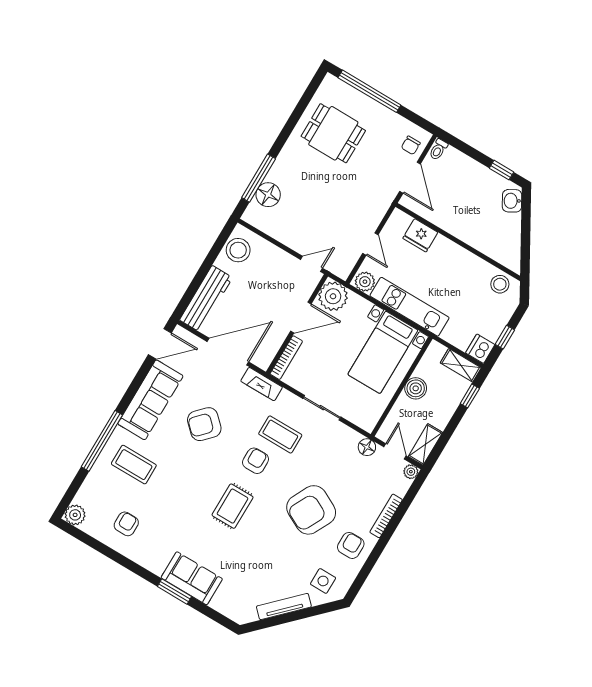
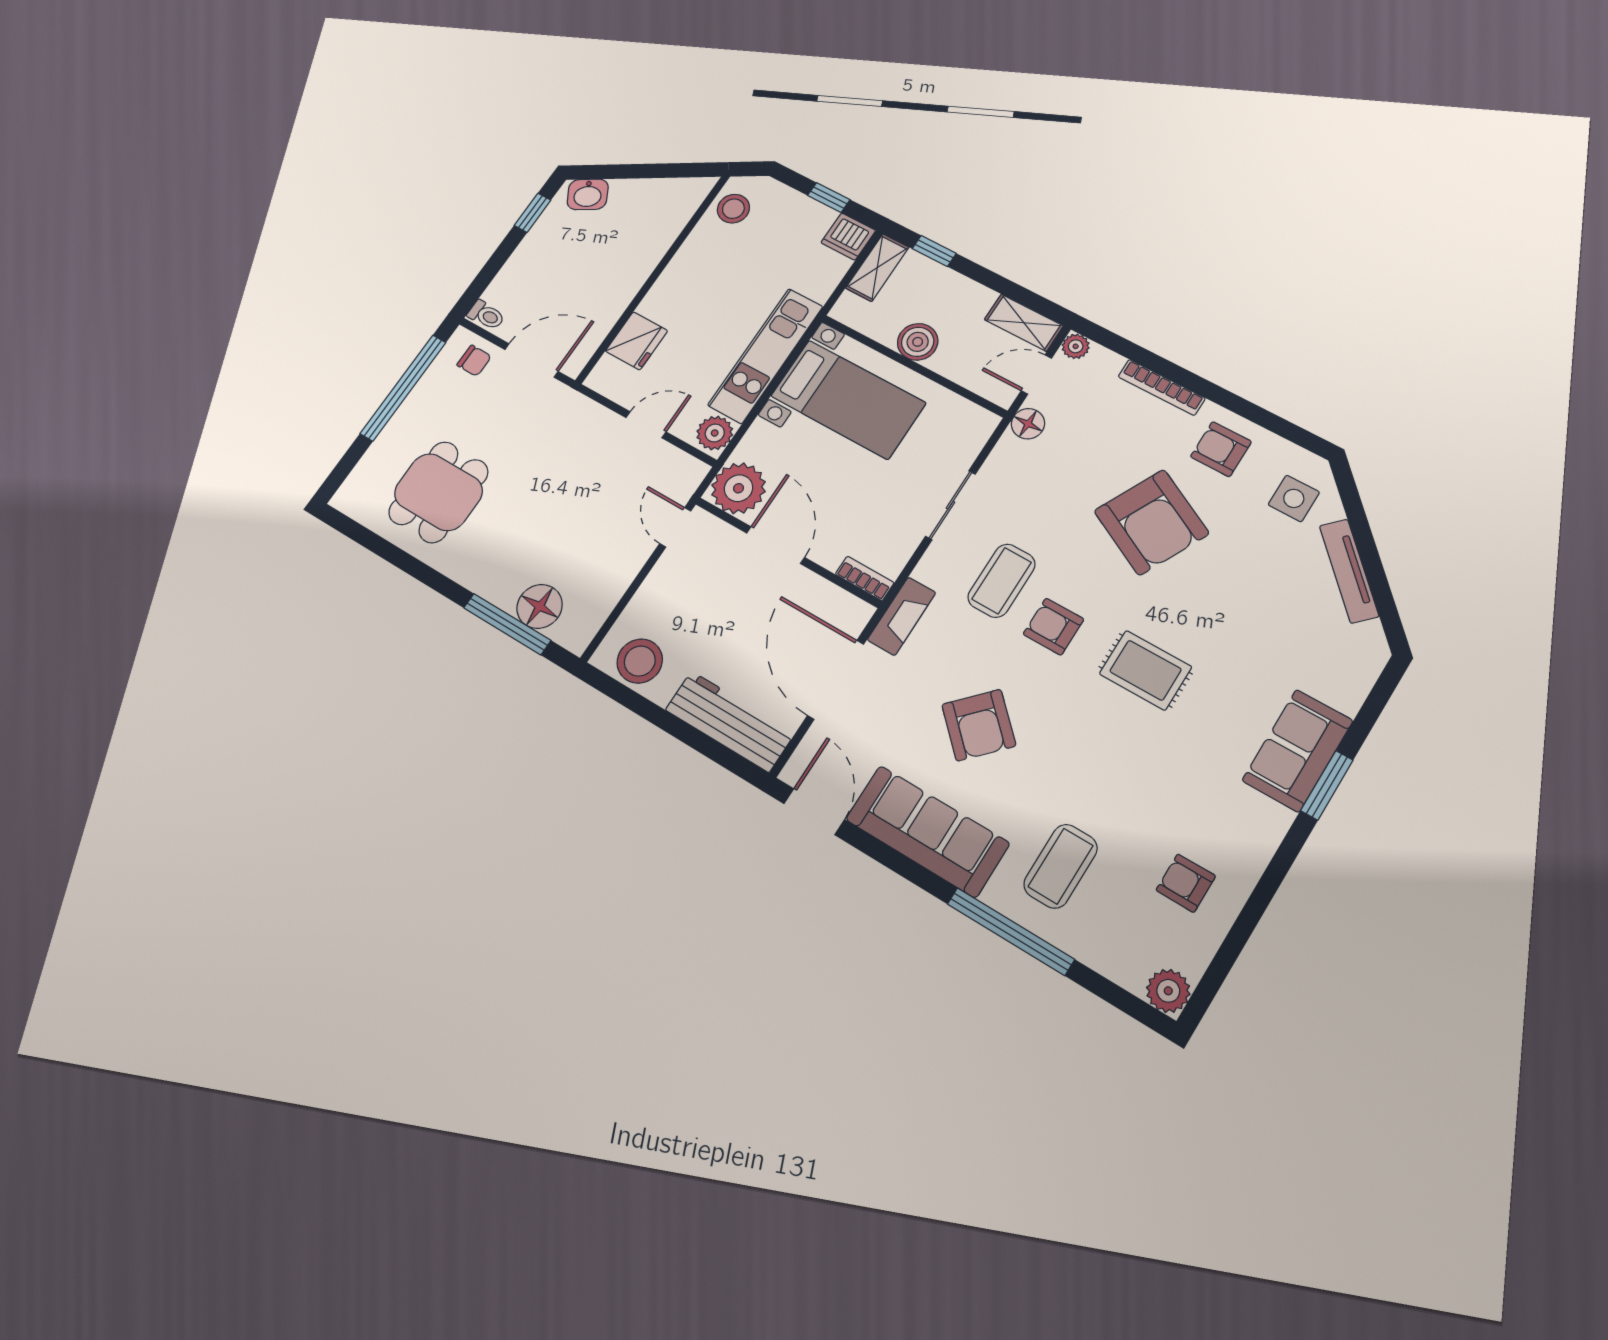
window: (369, 91) -> (403, 388), moved
bookcase: (286, 358) -> (865, 578), width x0.64

